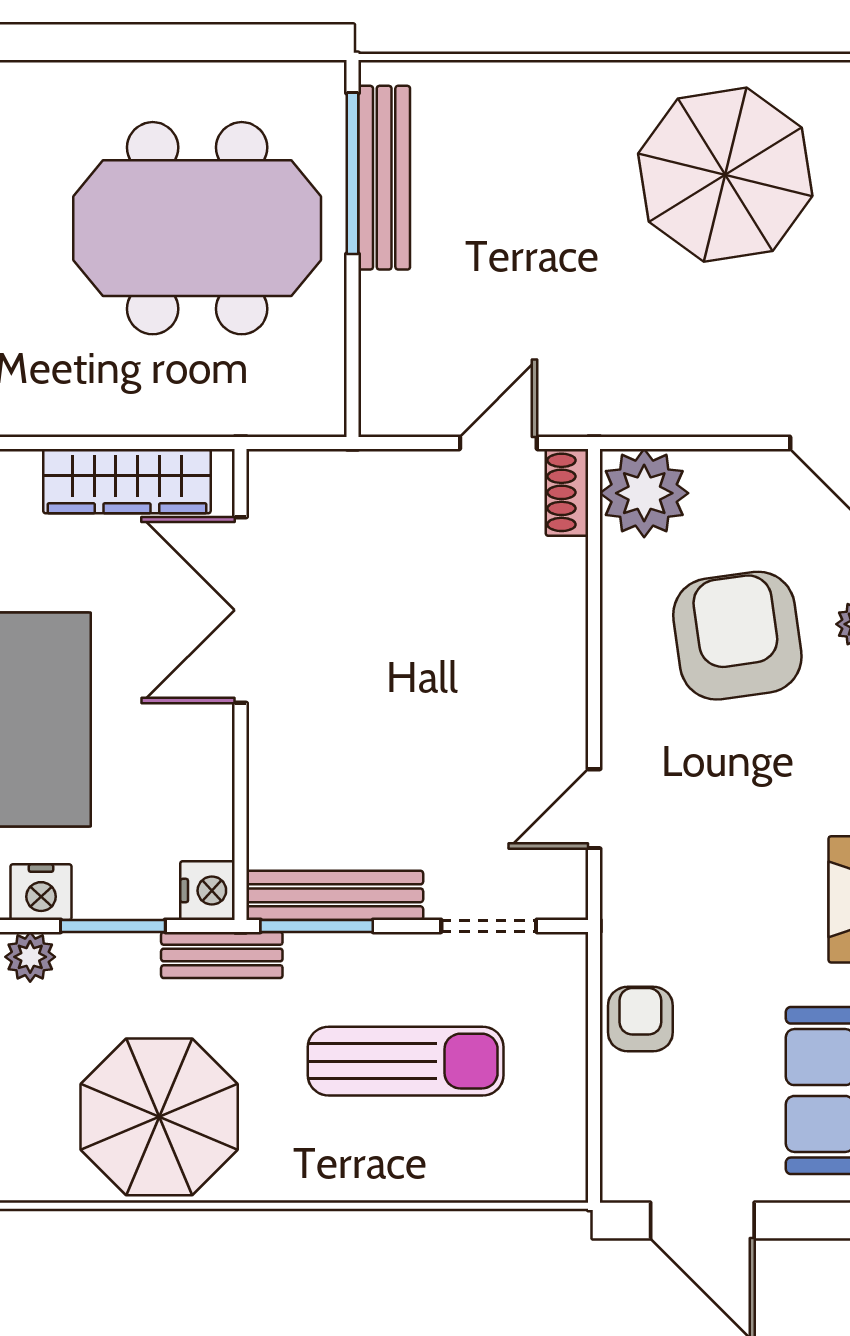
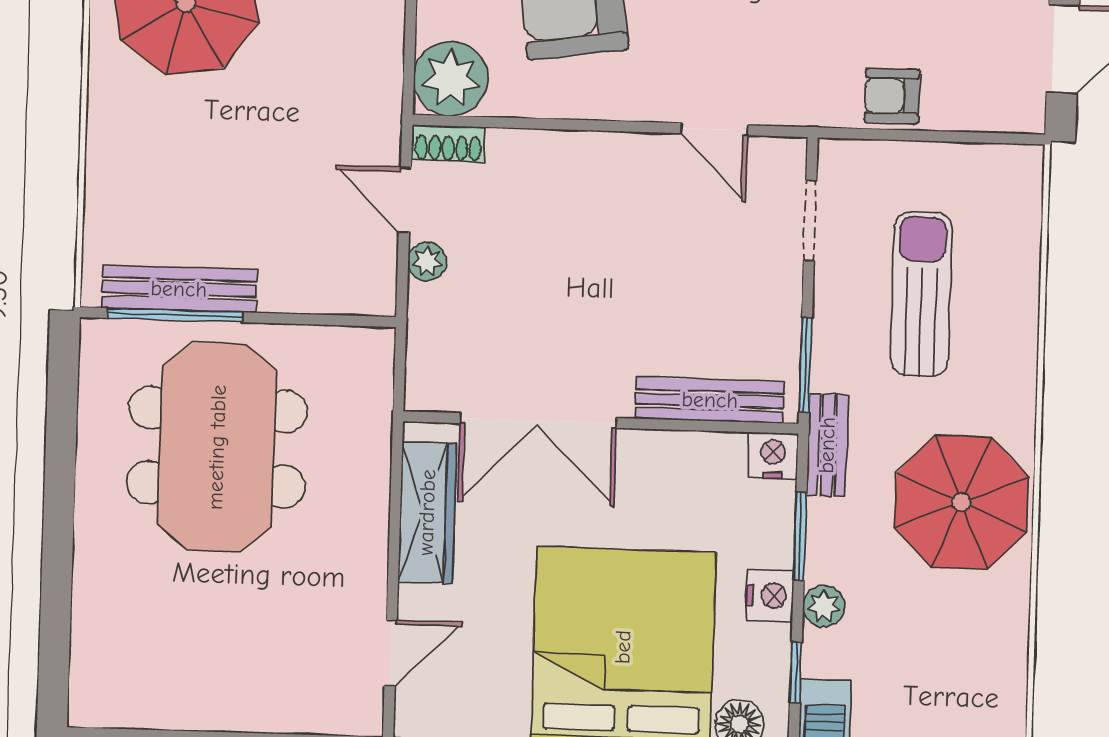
plant: (426, 472) -> (427, 262), added
bench: (335, 895) -> (710, 400), moved, turned 90

